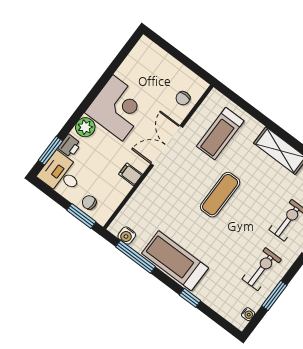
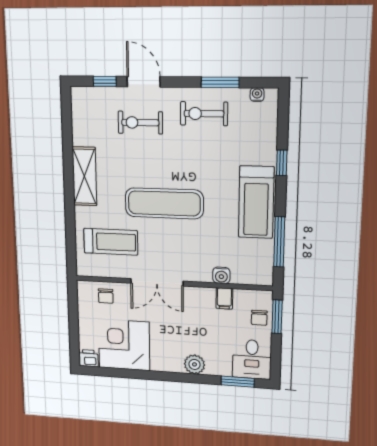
chair: (183, 98) -> (106, 296), turned 90
corner desk: (118, 108) -> (124, 345), moved
printer: (70, 146) -> (88, 358), moved
filing cabinet: (130, 174) -> (224, 298), moved
exercise mat: (220, 195) -> (164, 203), width x1.36, depth x1.45
water cooler: (127, 236) -> (221, 275), moved, turned 90

